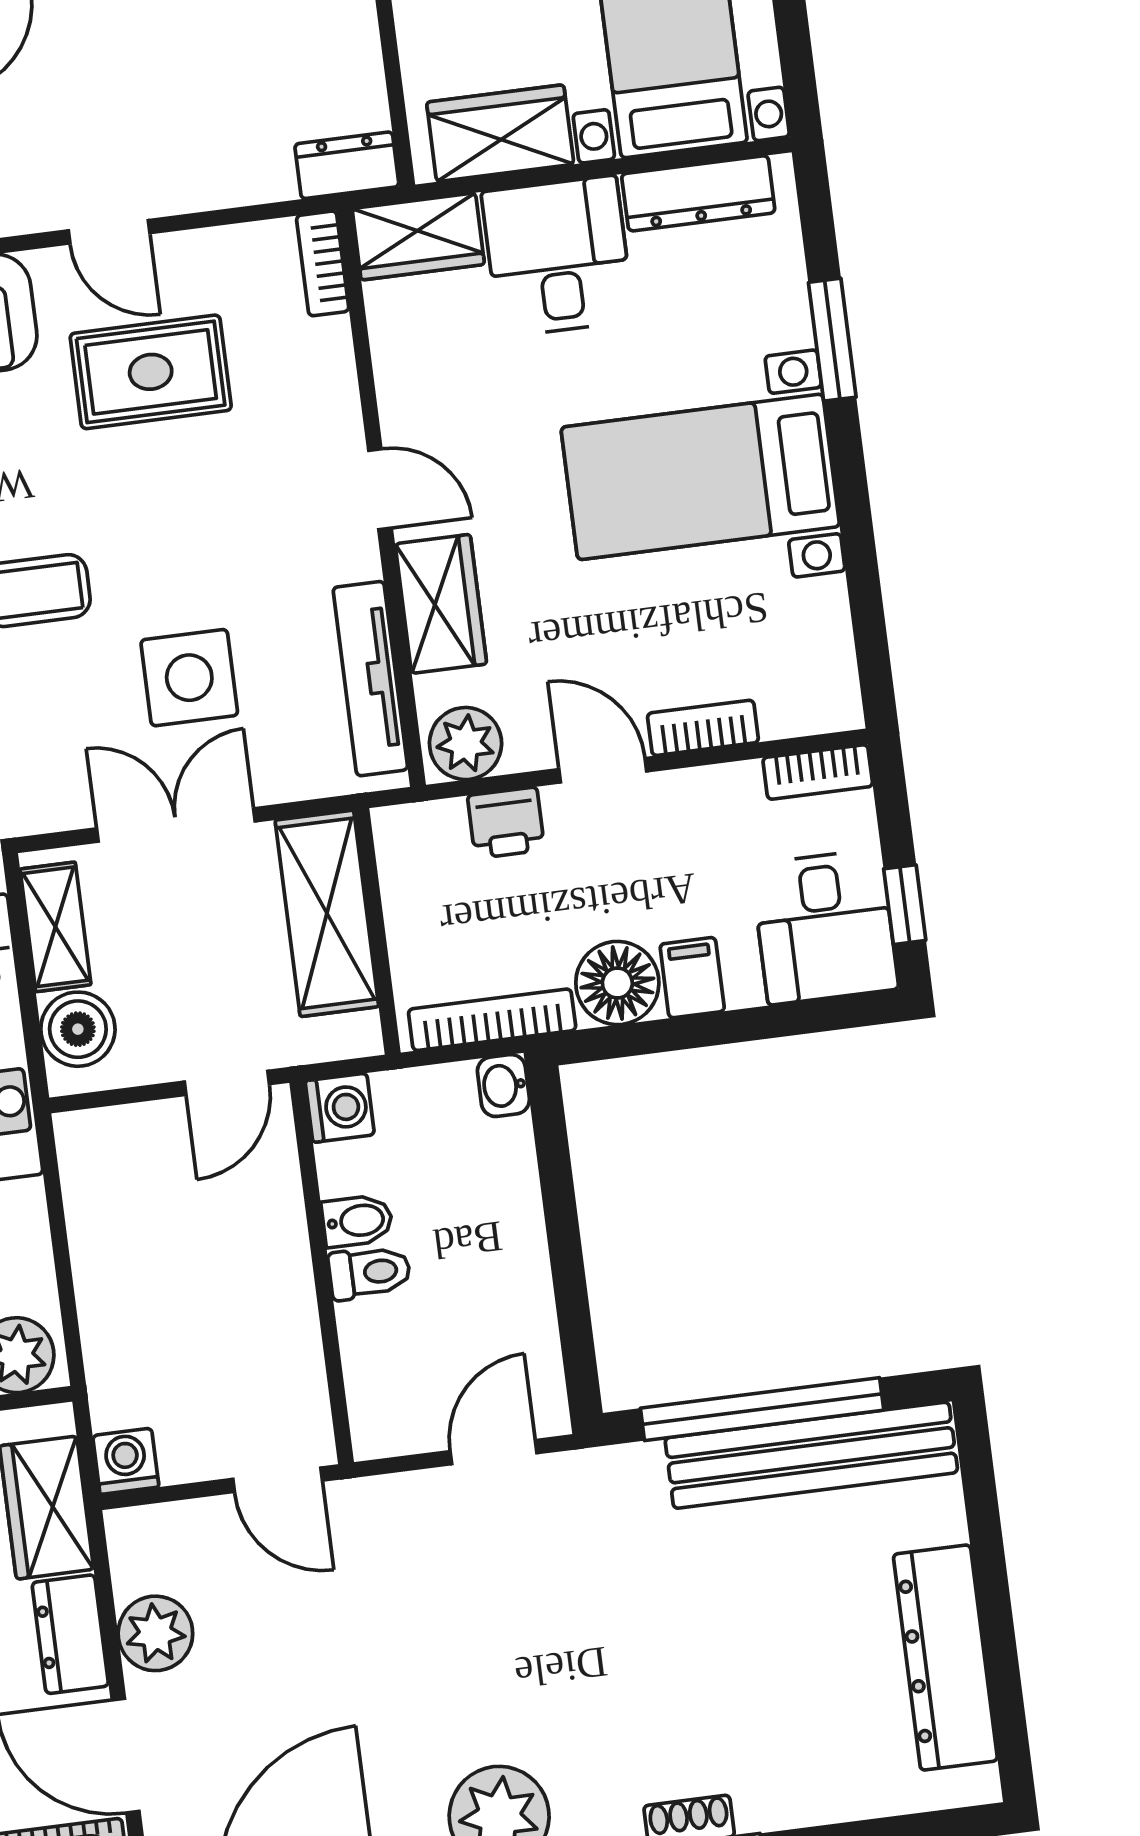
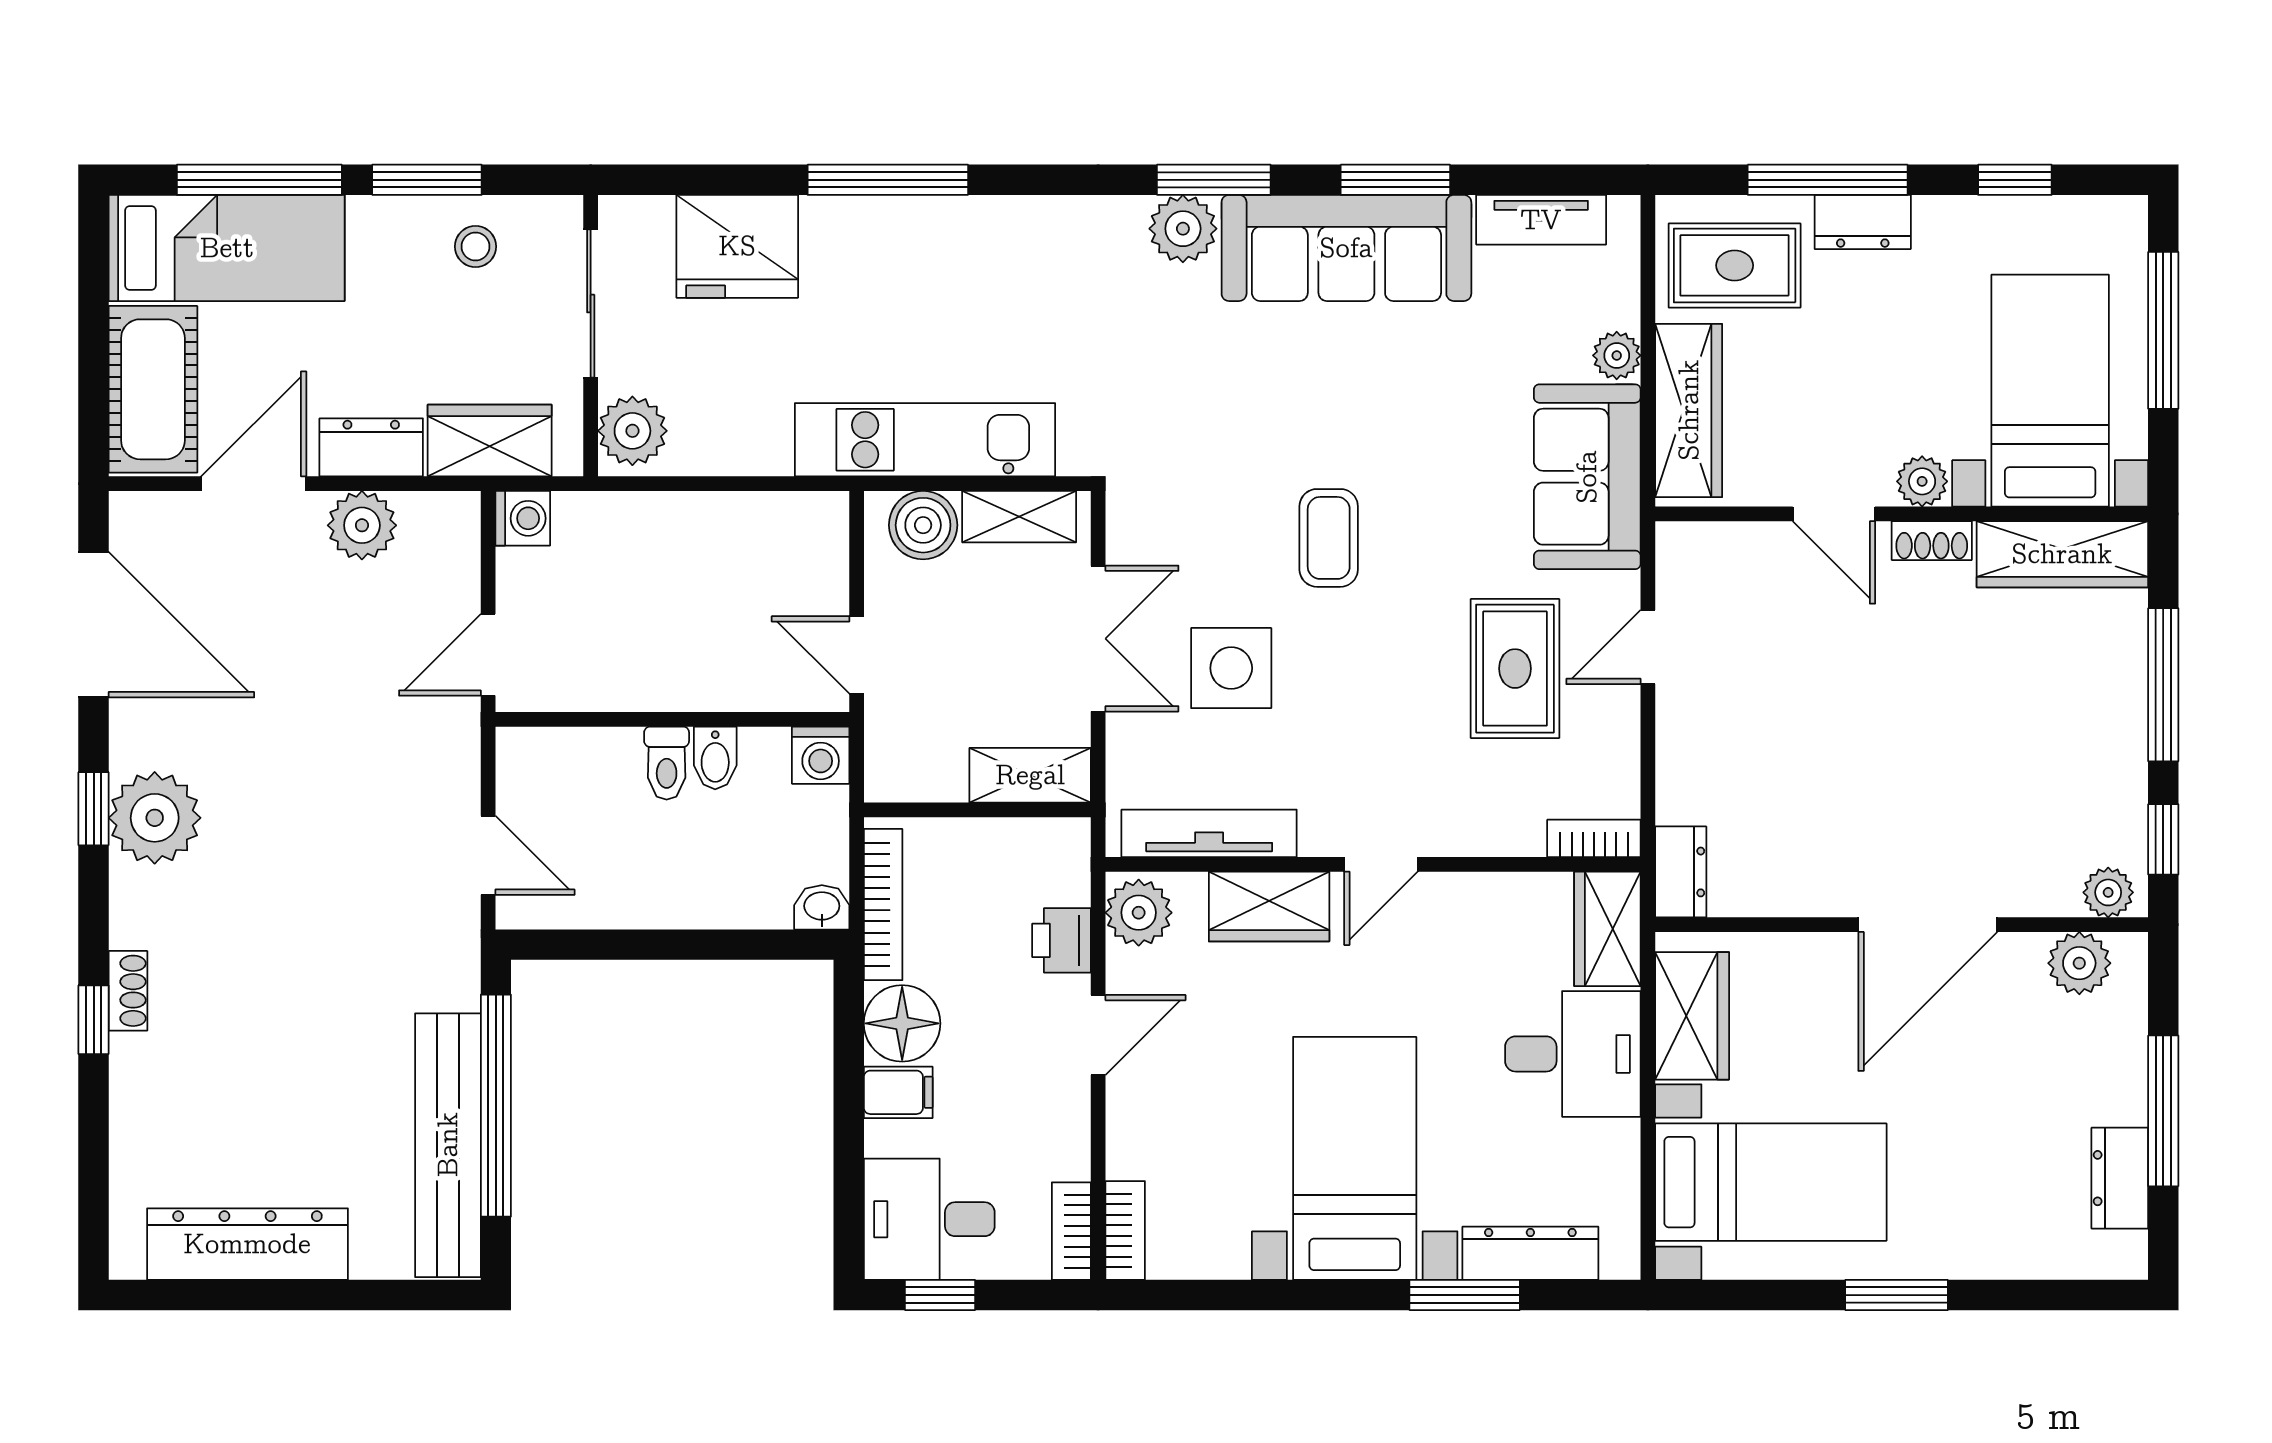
dresser: (698, 193) -> (1530, 1253), moved, turned 90
bookcase: (703, 728) -> (1125, 1230), moved
shelving: (327, 913) -> (1030, 775), width x0.67, depth x0.75

